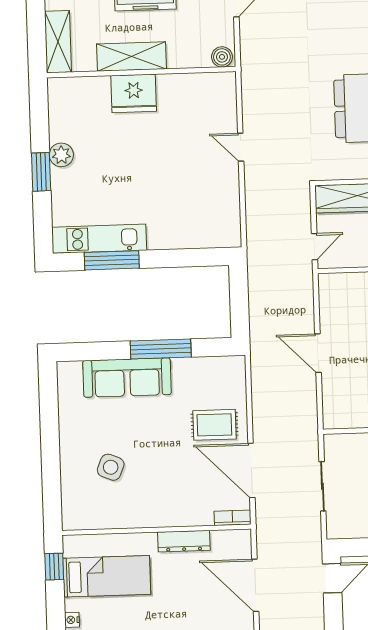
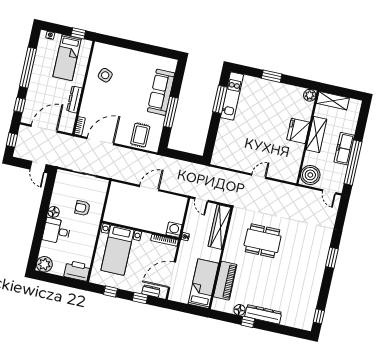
boiler: (222, 57) -> (310, 175), width x1.86, depth x1.86
plant: (61, 155) -> (310, 95), moved
rug: (214, 425) -> (140, 135), moved
side table: (111, 467) -> (105, 75), moved

